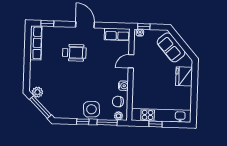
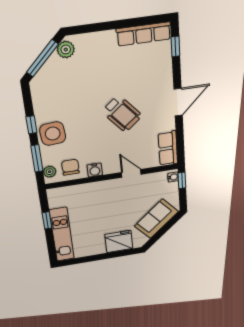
wheelchair: (74, 53) -> (122, 114), moved, turned -40
kitchen unit: (161, 115) -> (62, 234), width x0.73

